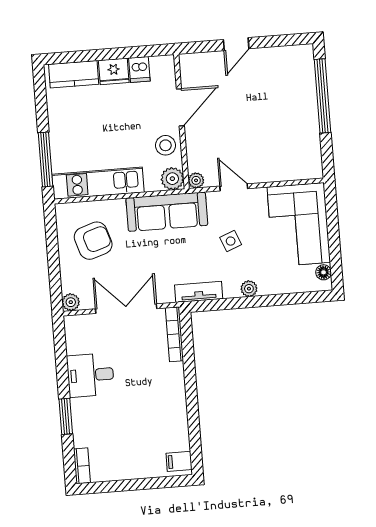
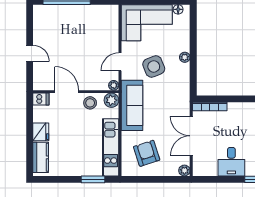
dishwasher: (139, 69) -> (41, 99), moved
window: (46, 159) -> (93, 179), width x0.69
side table: (231, 241) -> (154, 66), width x1.87, depth x1.87
tv unit: (199, 292) -> (184, 89), removed

